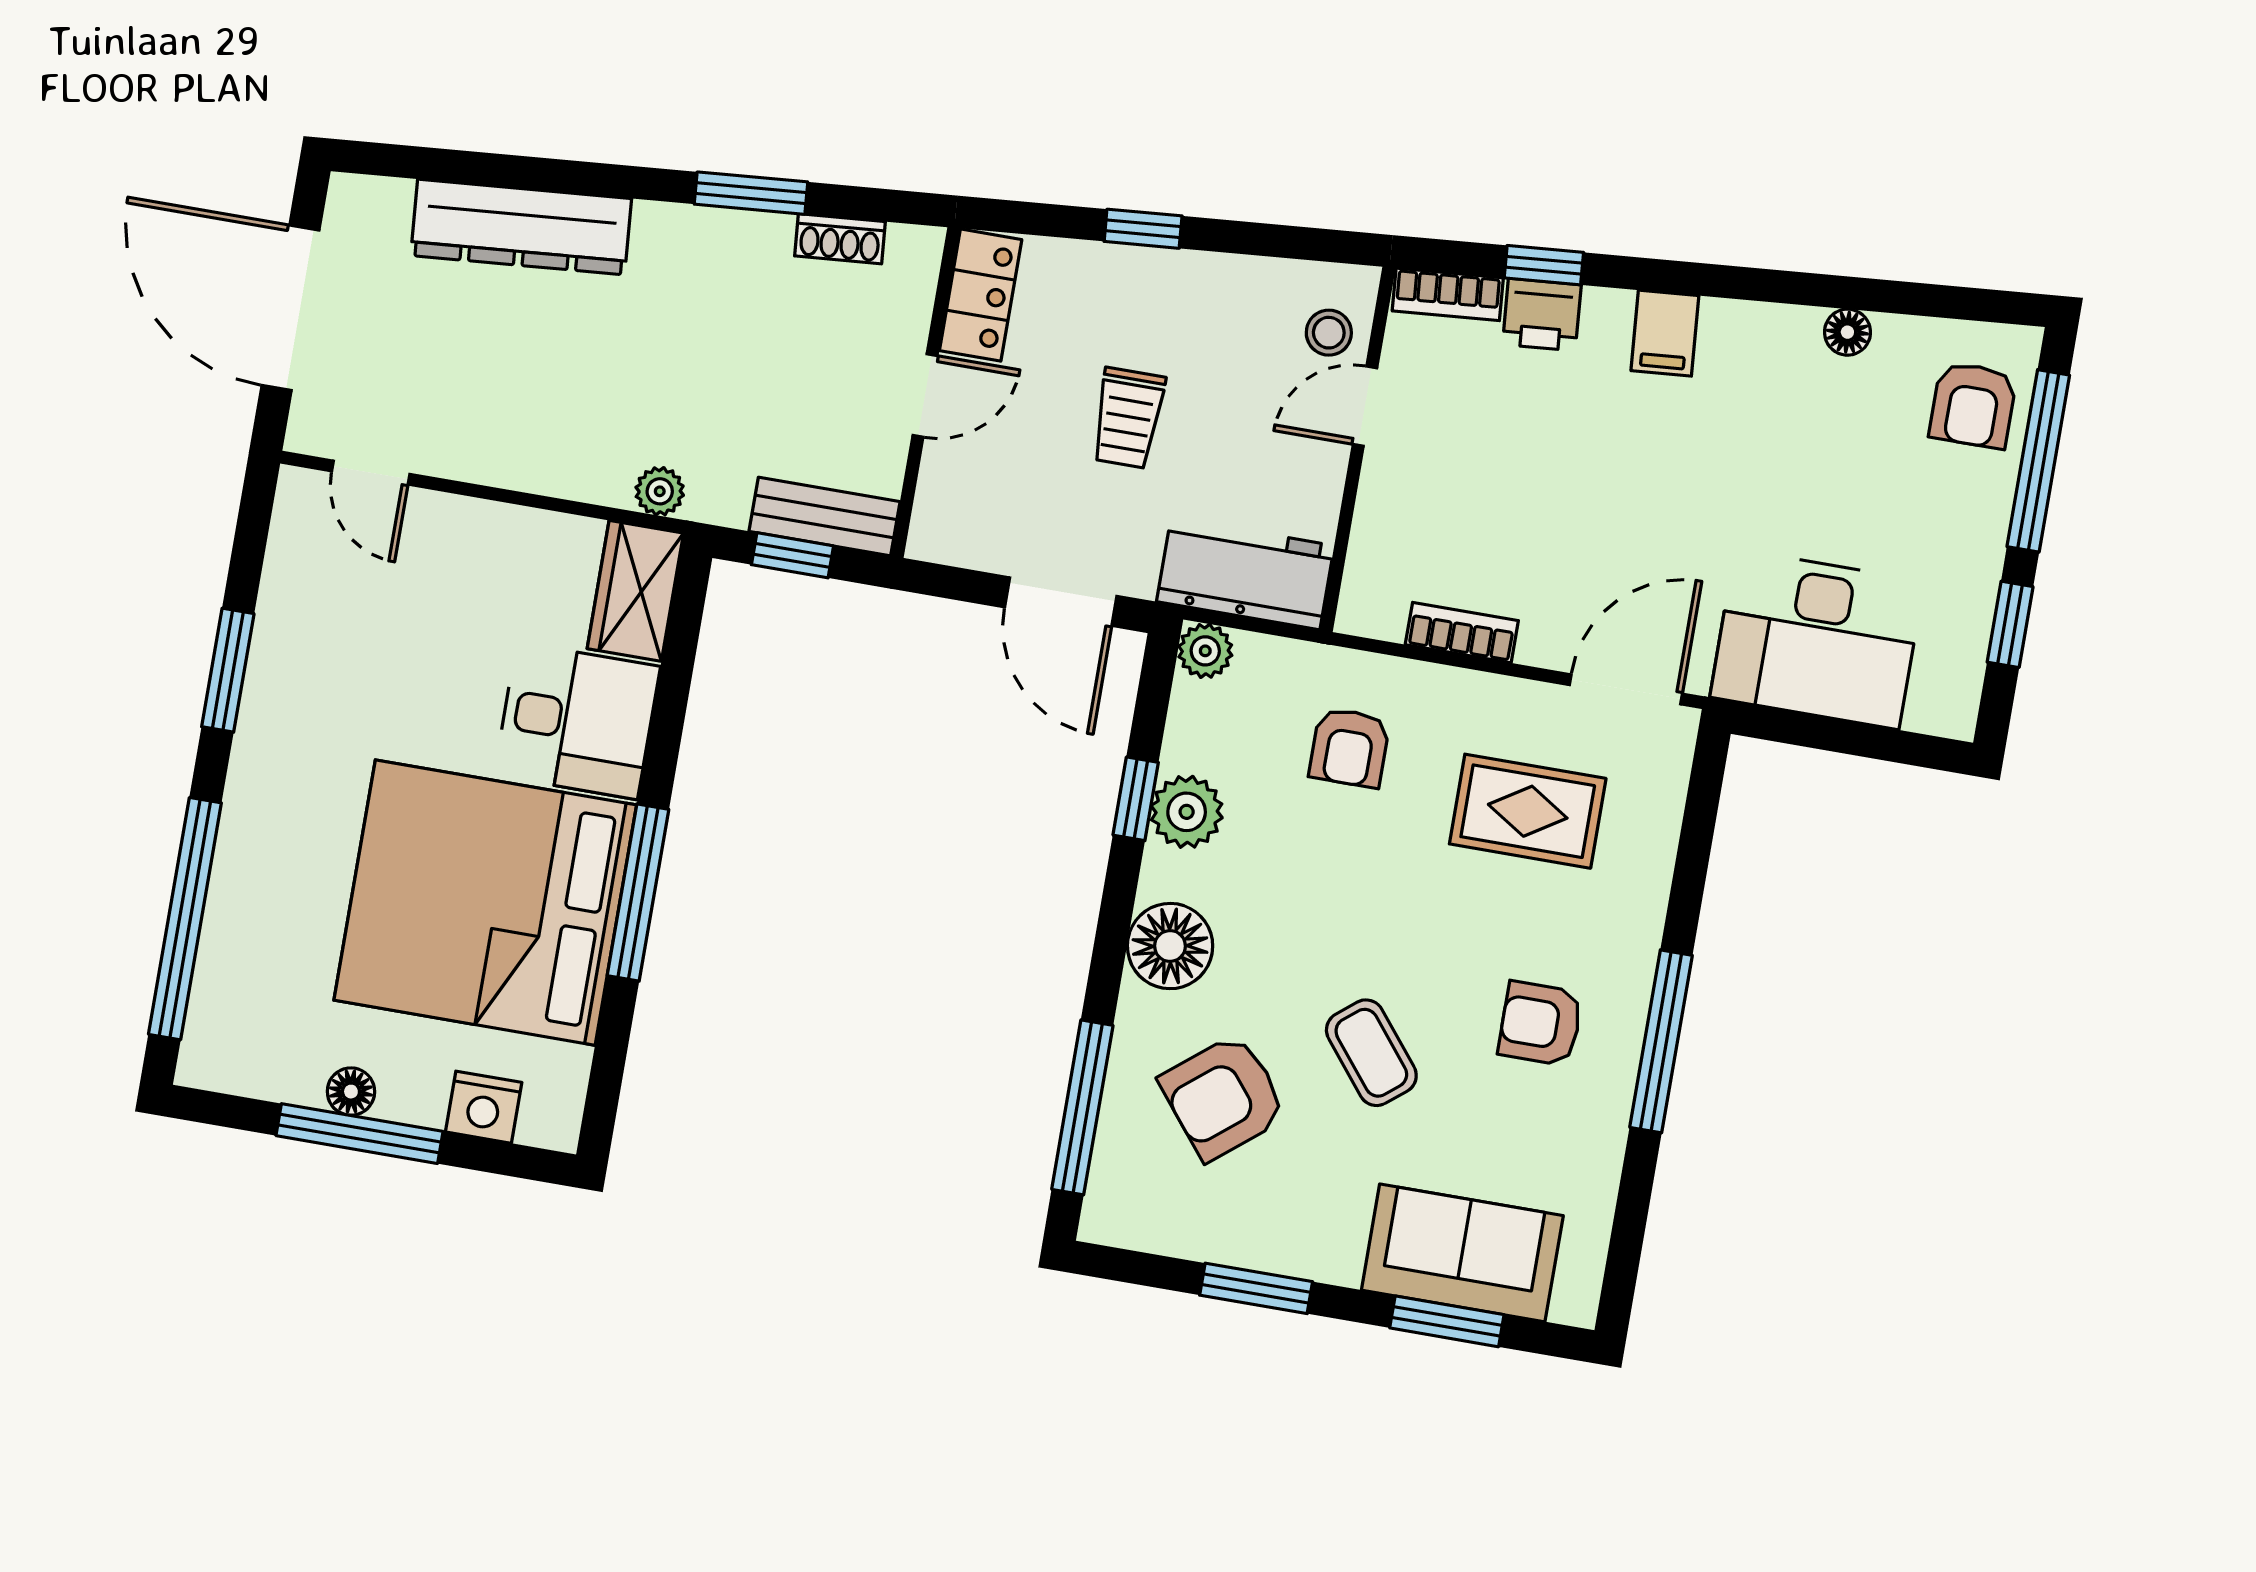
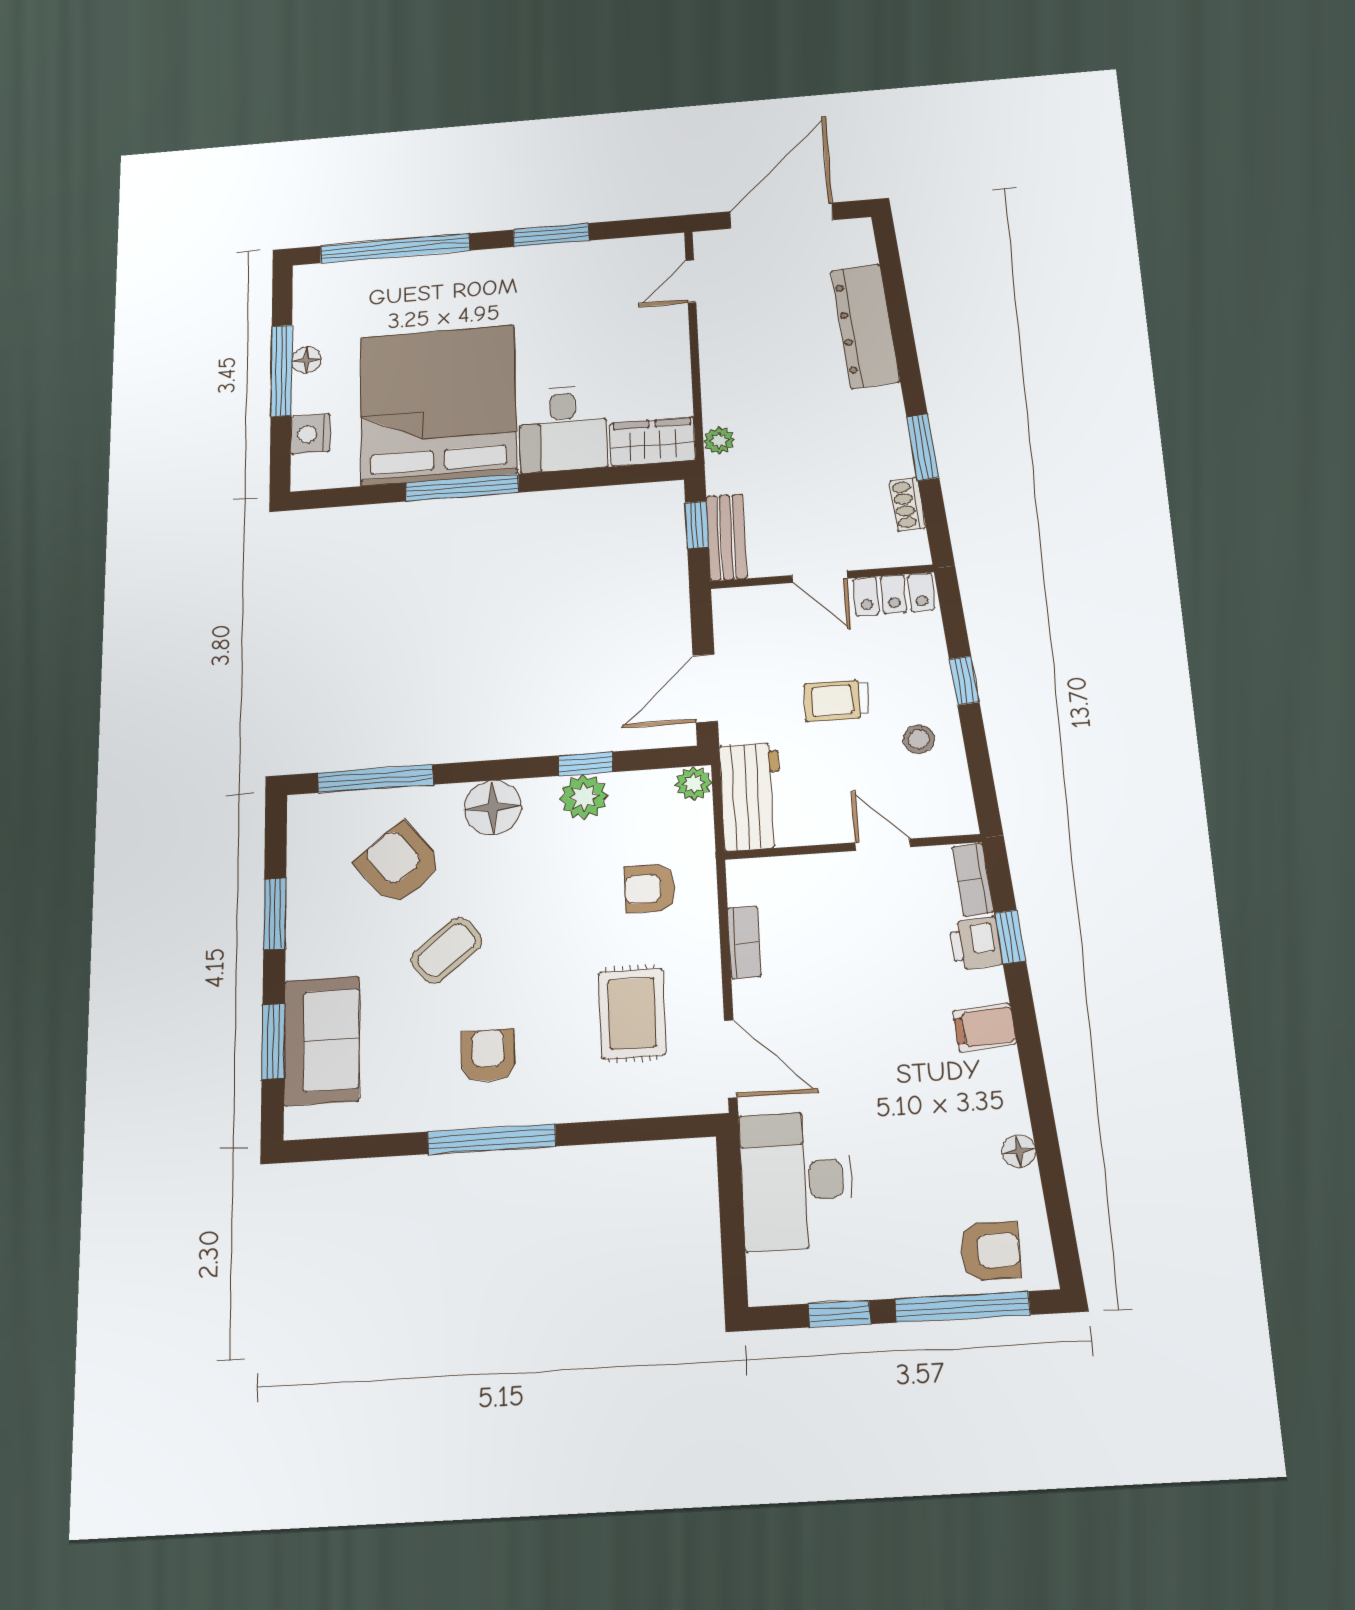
stool: (1329, 333) -> (919, 739), moved
armchair: (1973, 405) -> (990, 1251), turned 180

